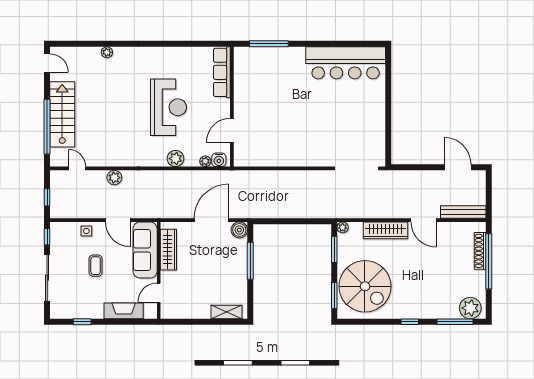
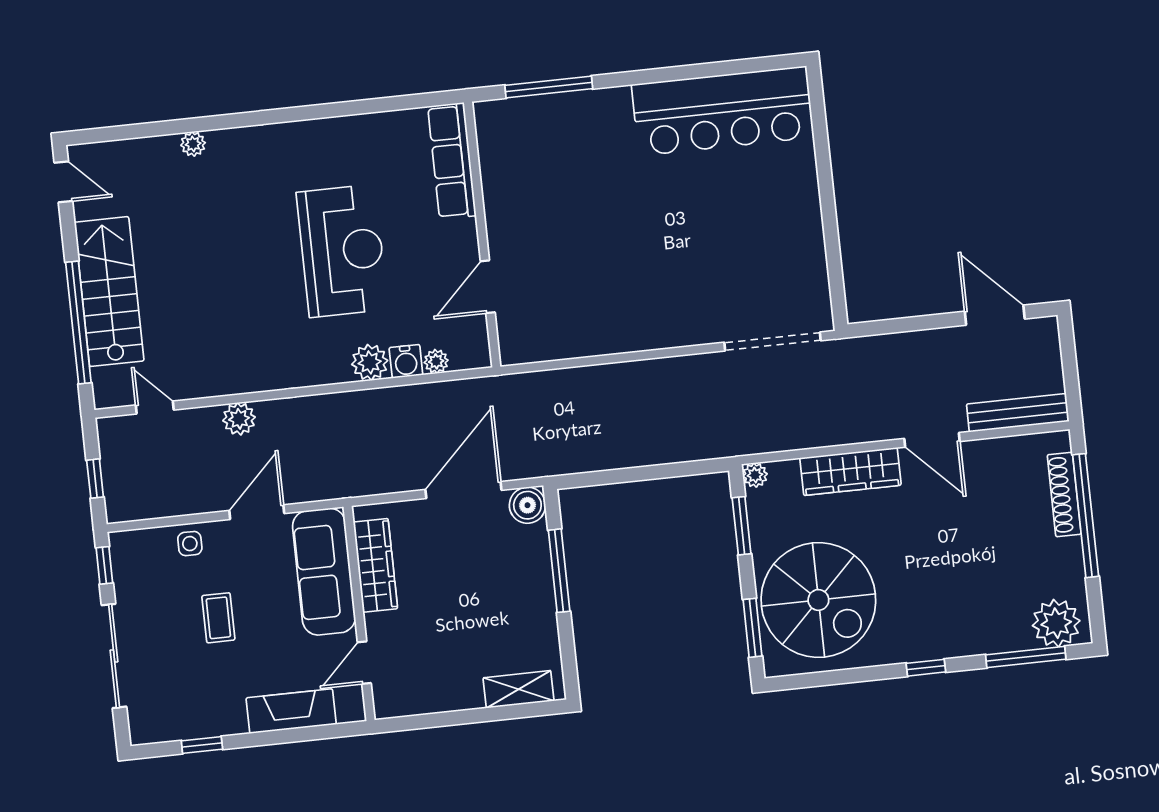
water cooler: (219, 160) -> (406, 361), moved
door: (118, 220) -> (257, 512), swing flipped

